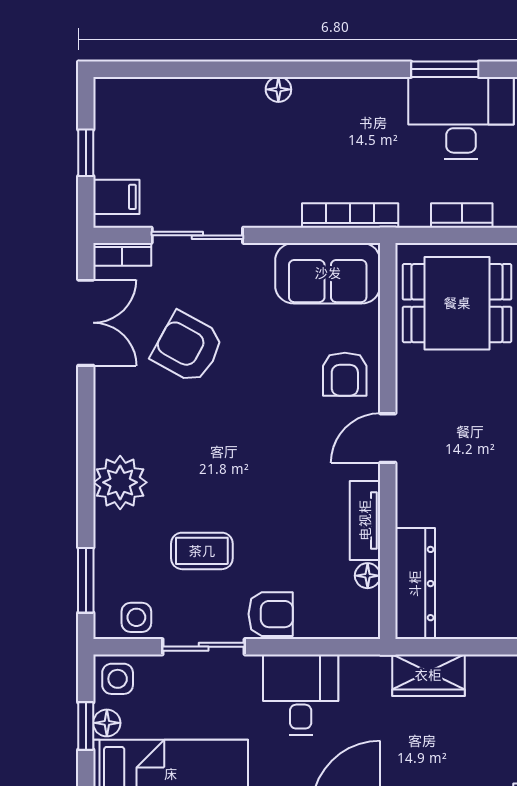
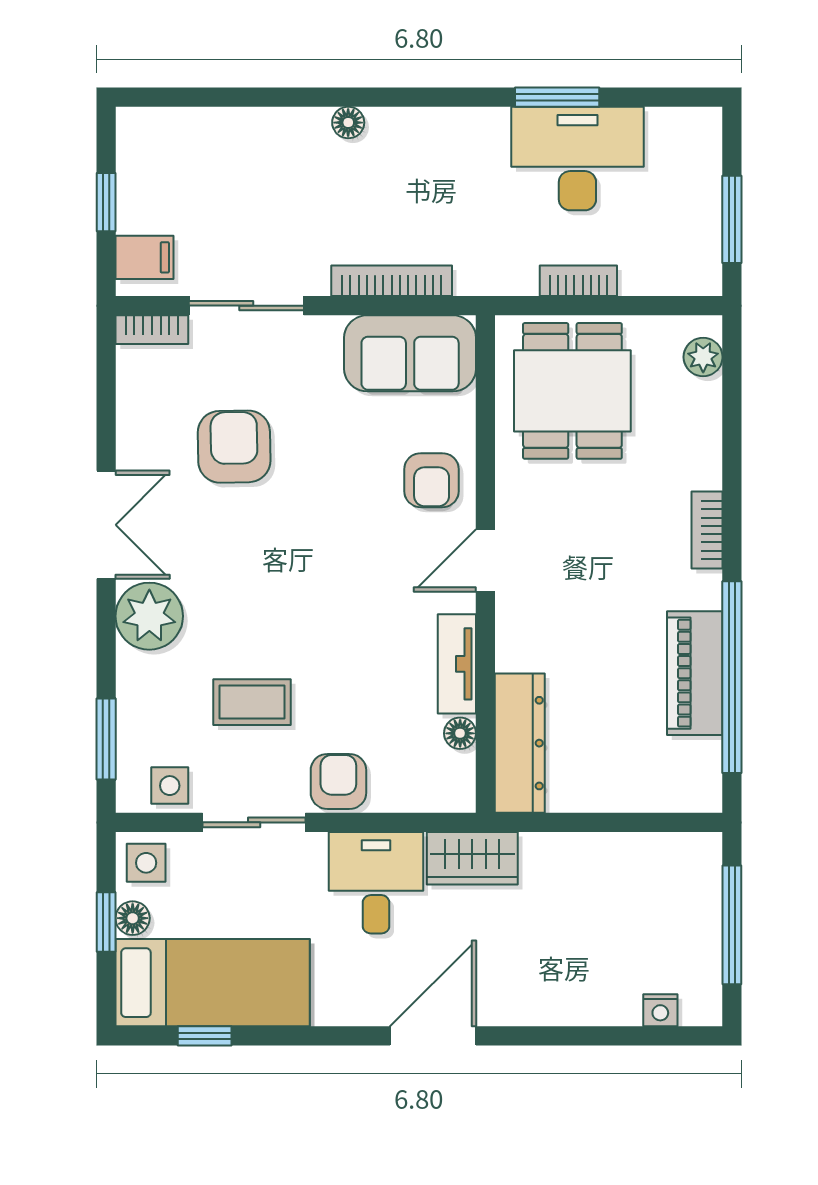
bookcase: (350, 215) -> (392, 281), moved
dining table: (457, 303) -> (572, 391), turned 90
double door: (86, 323) -> (106, 525), moved
armchair: (188, 347) -> (234, 447), turned 60
armchair: (271, 614) -> (338, 781), turned -90
wardrobe: (428, 675) -> (472, 858), moved

